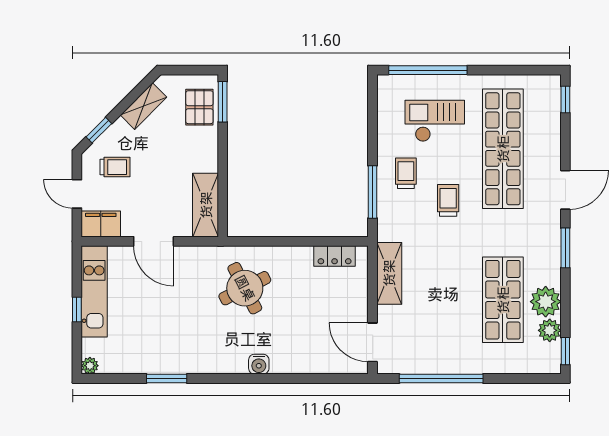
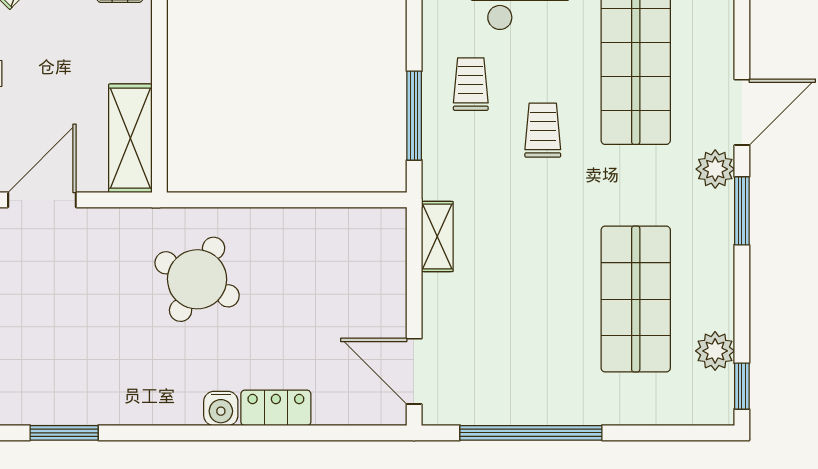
door: (154, 241) -> (42, 200), swing flipped
locker: (335, 256) -> (276, 408), moved, turned 180
shelving: (389, 273) -> (437, 236), width x0.67, depth x0.75
round table: (245, 288) -> (197, 279), turned -35
plant: (546, 302) -> (715, 169), moved, width x0.73, depth x0.73

